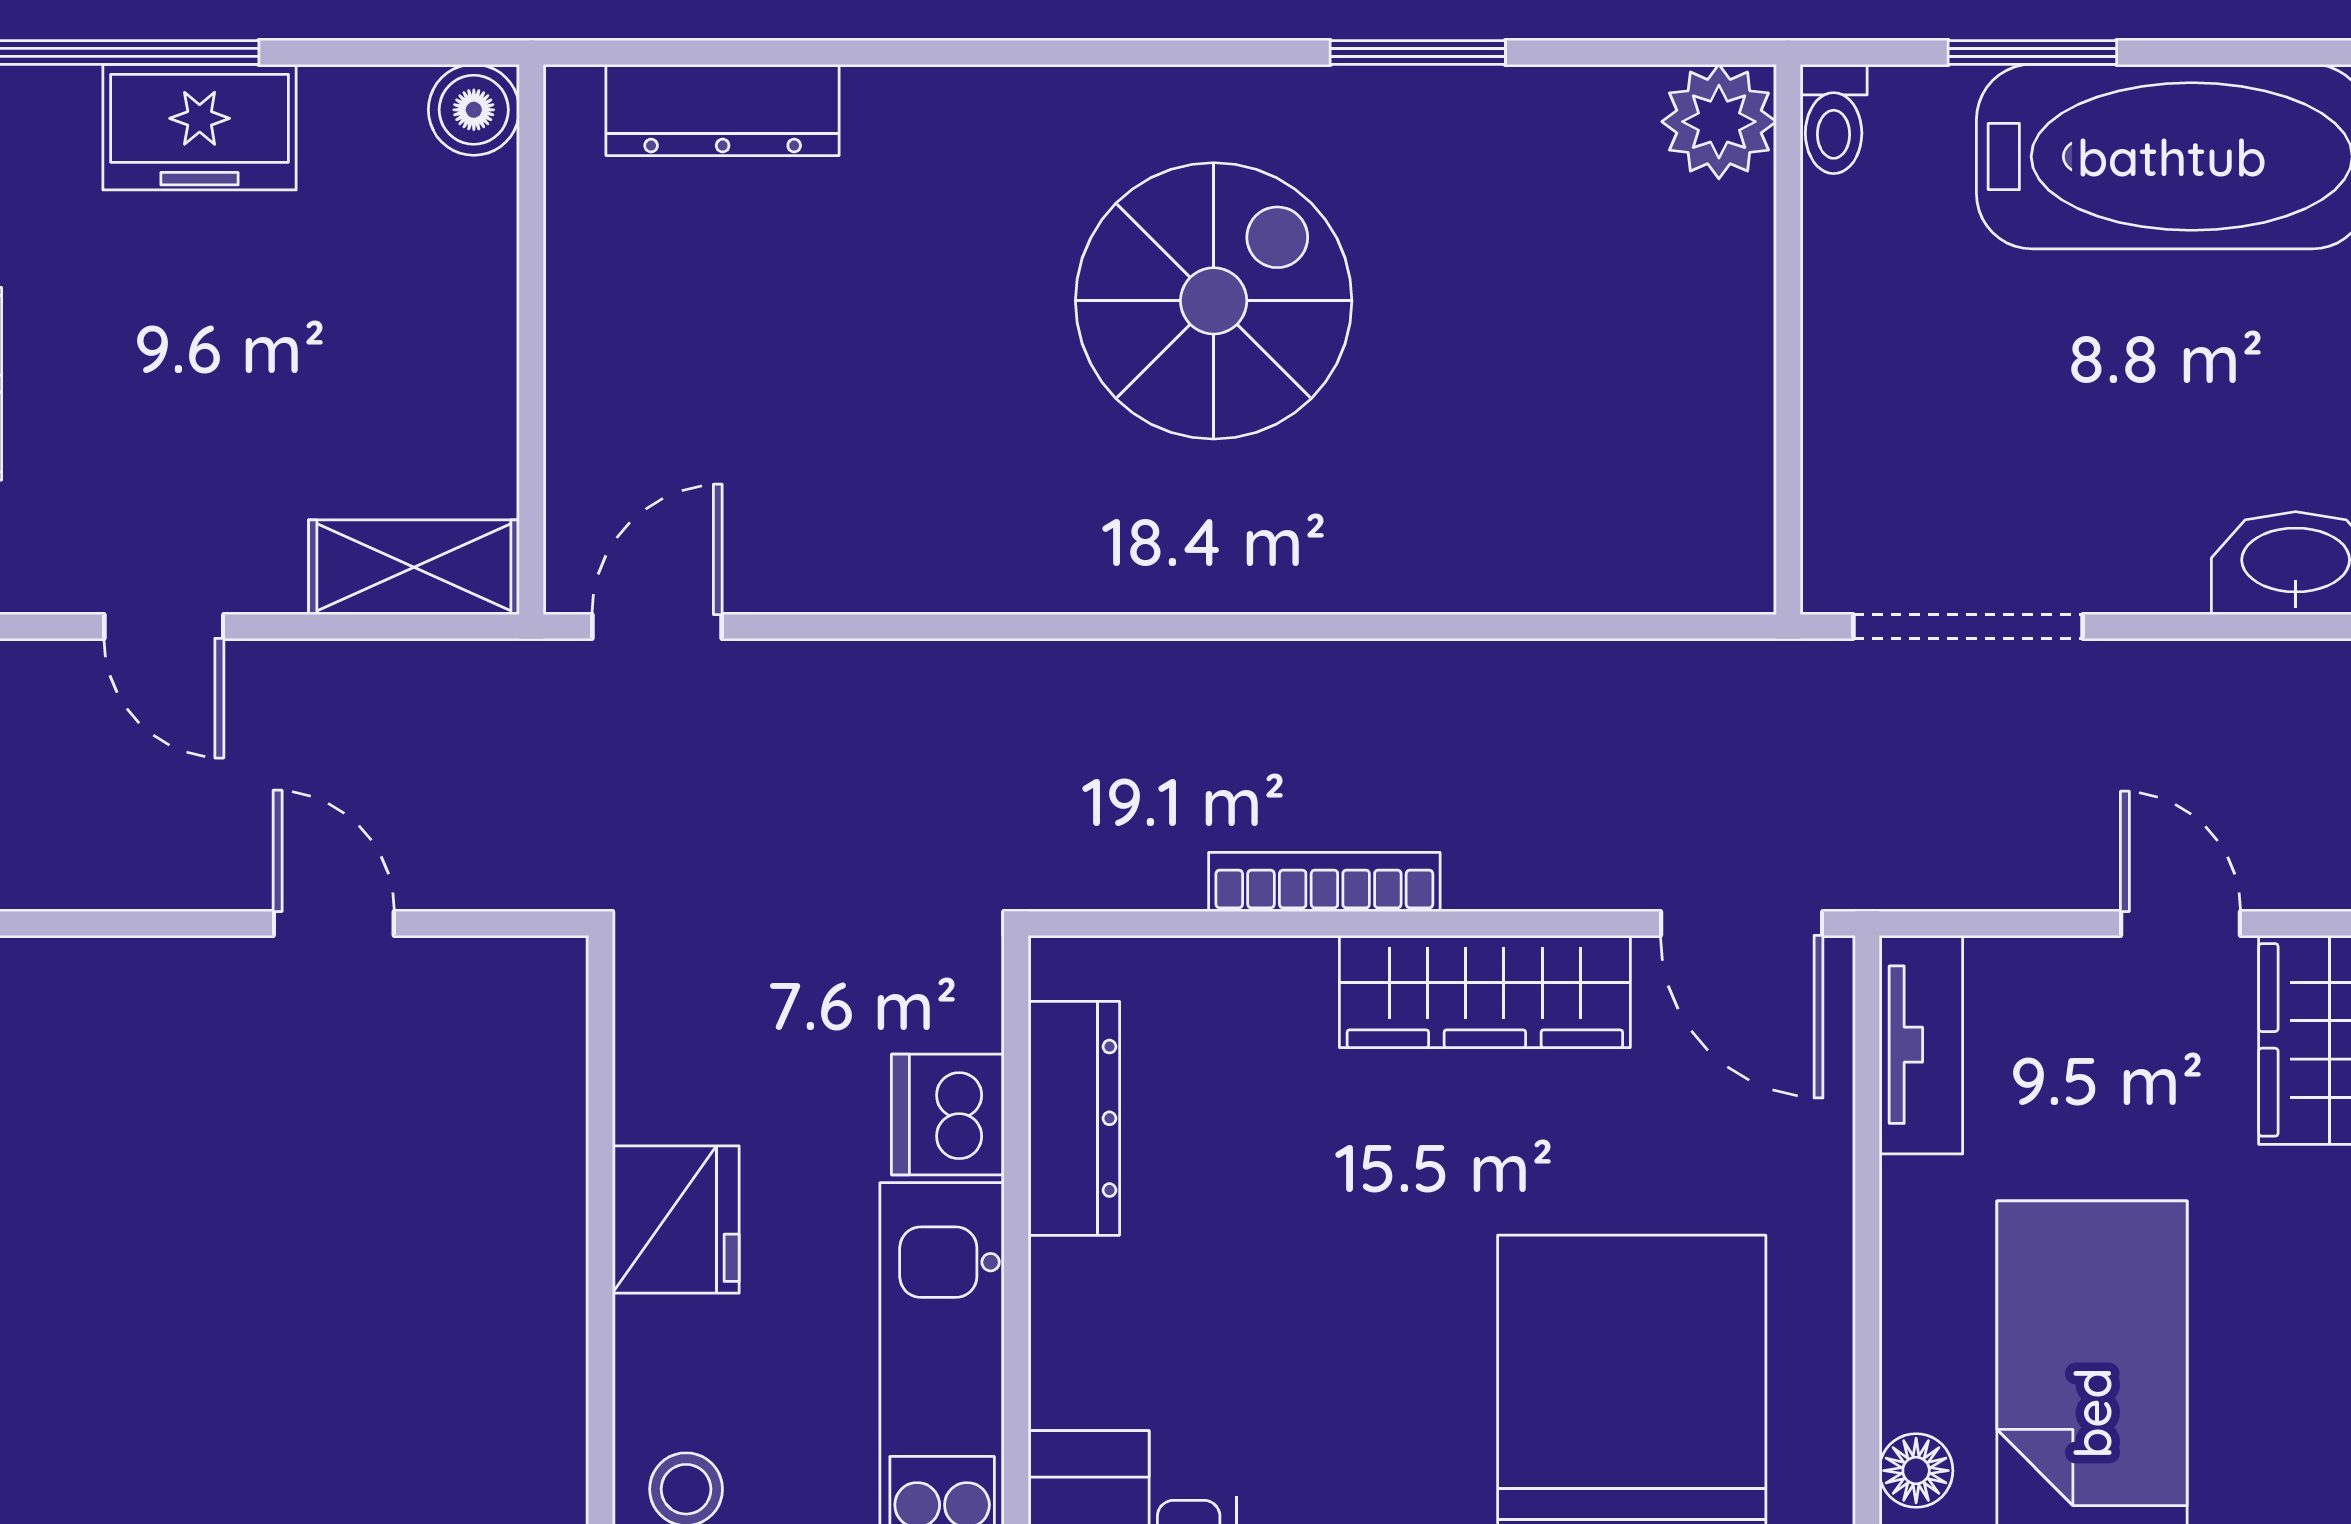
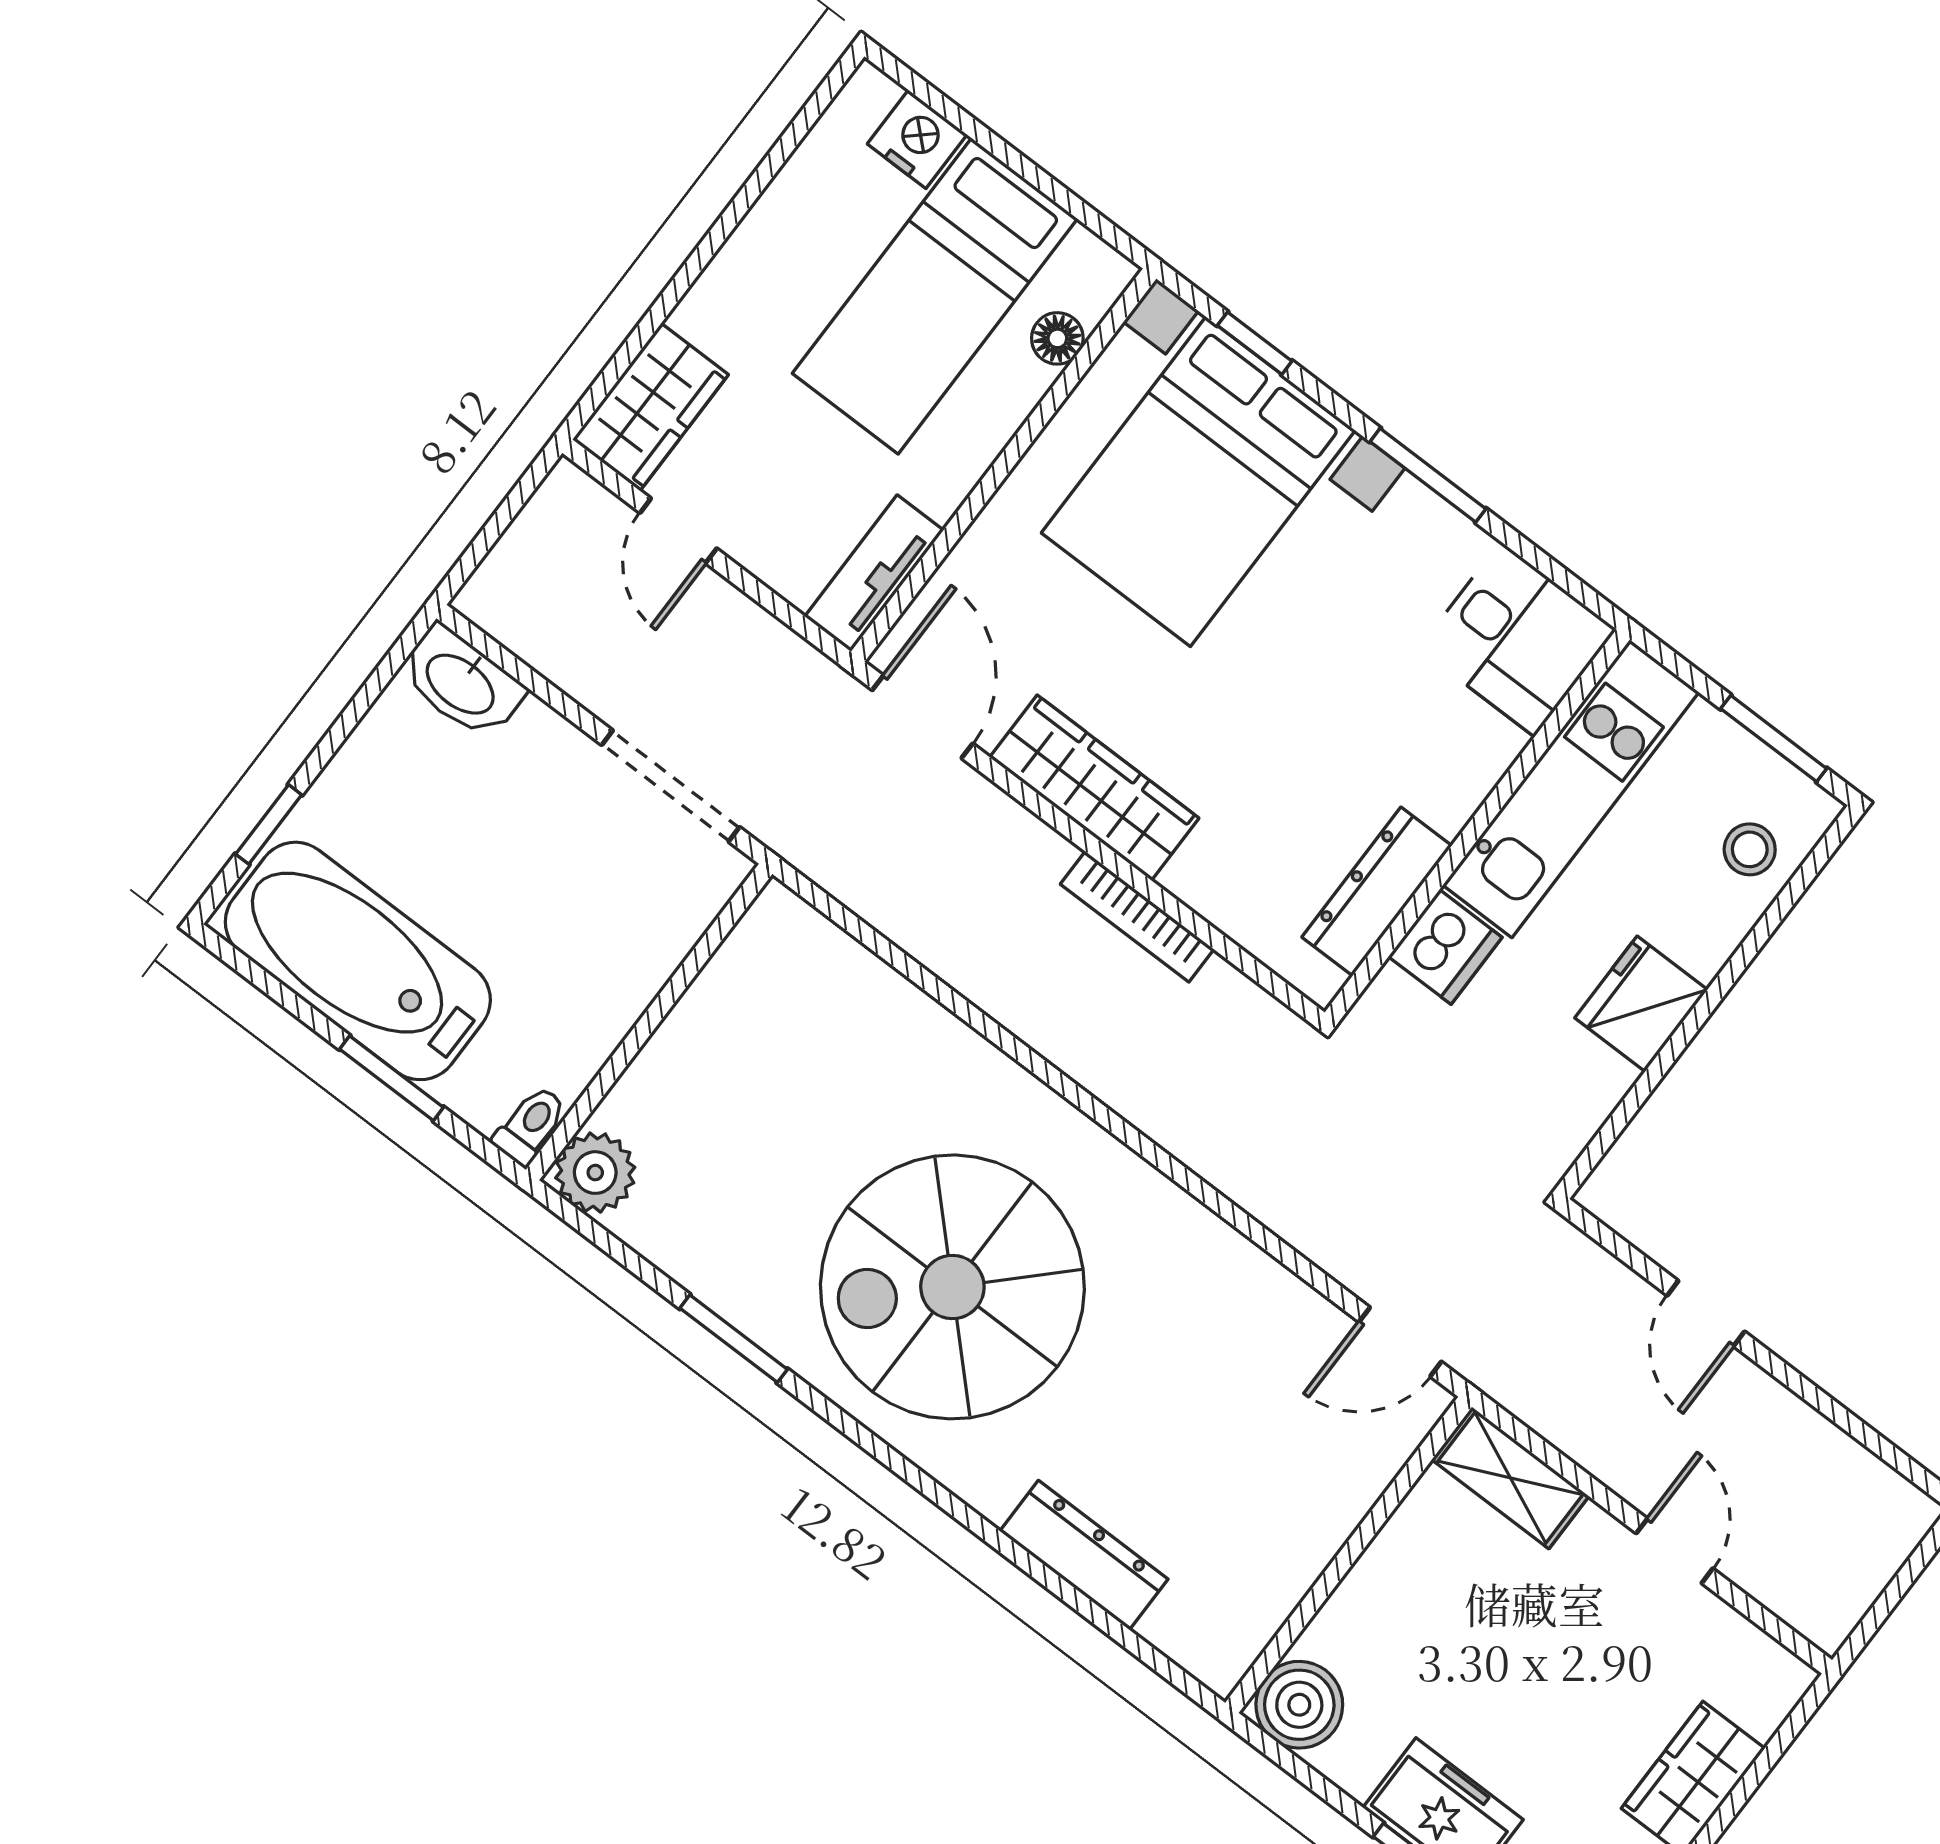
boiler: (474, 110) -> (1299, 1705), width x1.36, depth x1.36
dresser: (723, 110) -> (1084, 1555), moved
spiral stairs: (1214, 301) -> (952, 1287), width x1.37, depth x1.37

